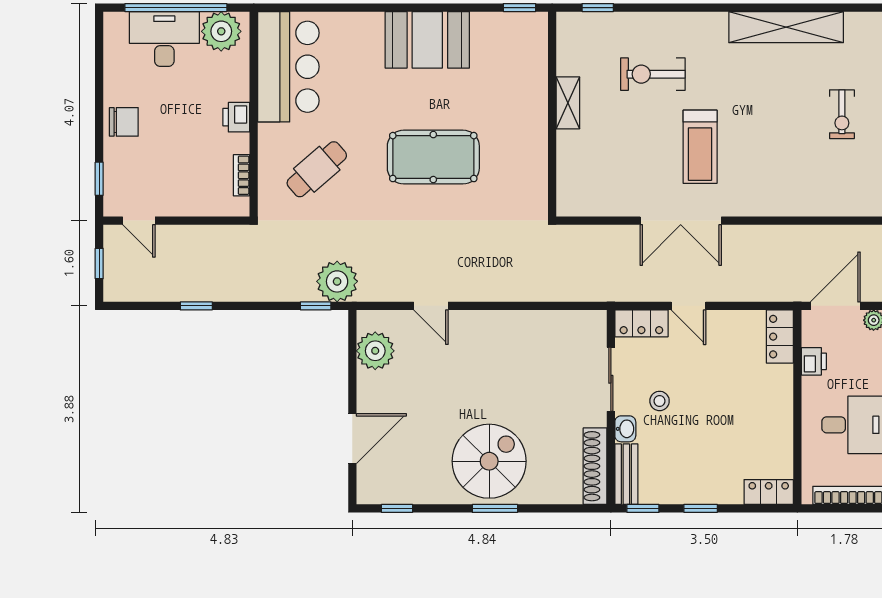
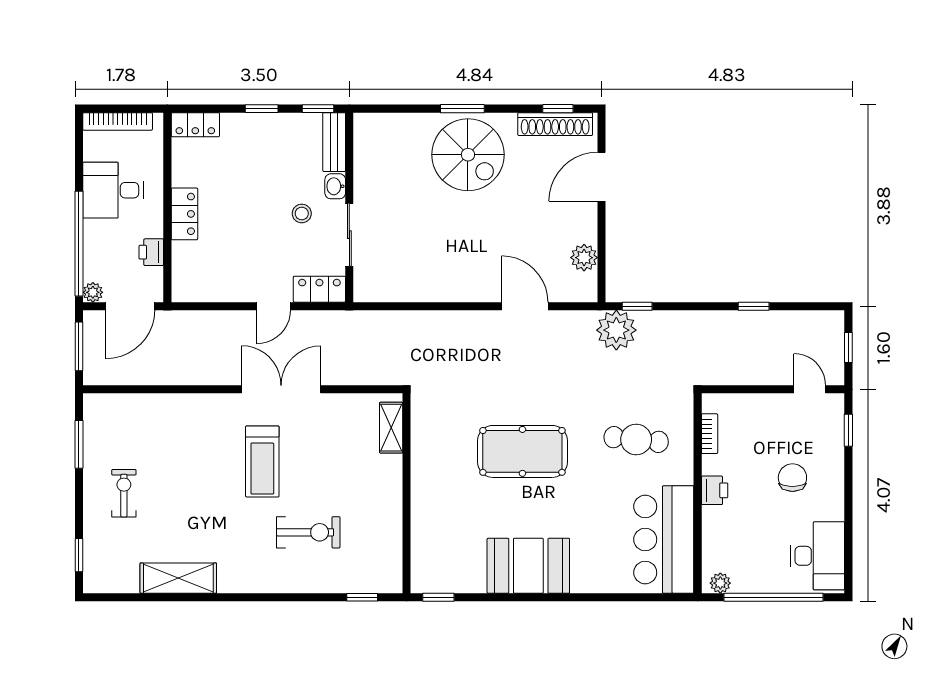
shelving: (786, 27) -> (178, 578), width x0.68
plant: (221, 31) -> (720, 583), width x0.53, depth x0.53
desk: (164, 39) -> (818, 556), moved, turned -90
shelving: (568, 103) -> (391, 428), moved
chair: (124, 122) -> (792, 478), moved, turned 90
treadmill: (700, 147) -> (262, 461), turned 180
cafe table: (317, 169) -> (636, 440), turned 47
door: (431, 306) -> (525, 306), width x1.38
door: (688, 306) -> (274, 306), swing flipped
locker: (780, 337) -> (184, 214), moved
plant: (375, 351) -> (584, 258), width x0.73, depth x0.73
spiral stairs: (489, 461) -> (468, 155), turned -90
shoe rack: (595, 466) -> (555, 124), moved, turned 90

